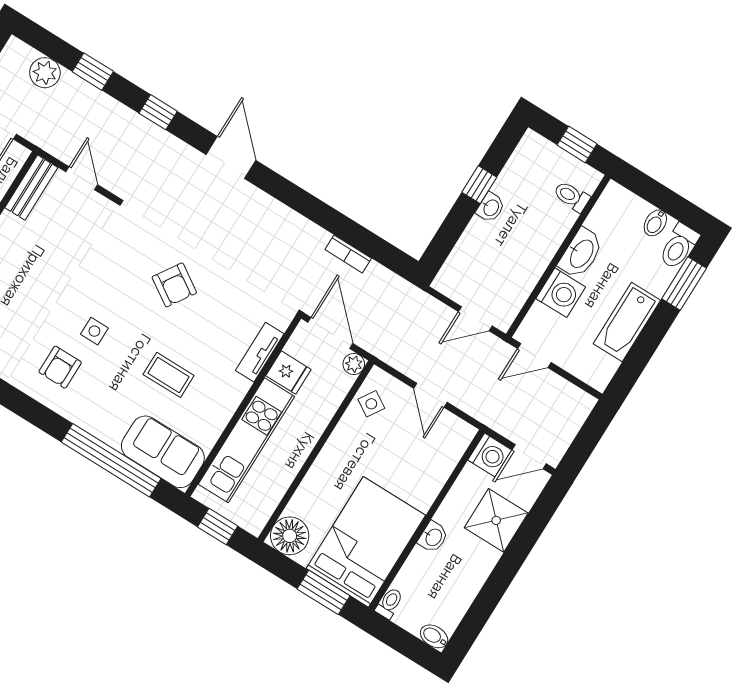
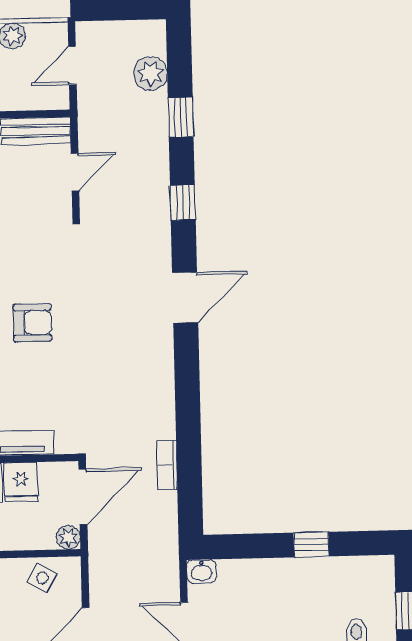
washbasin: (491, 208) -> (202, 571), moved
armchair: (174, 285) -> (32, 323), turned -123

